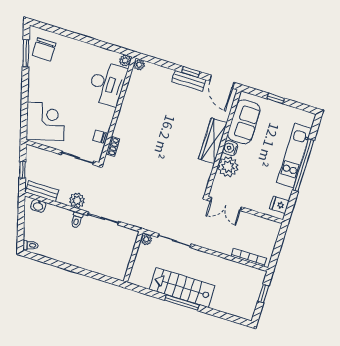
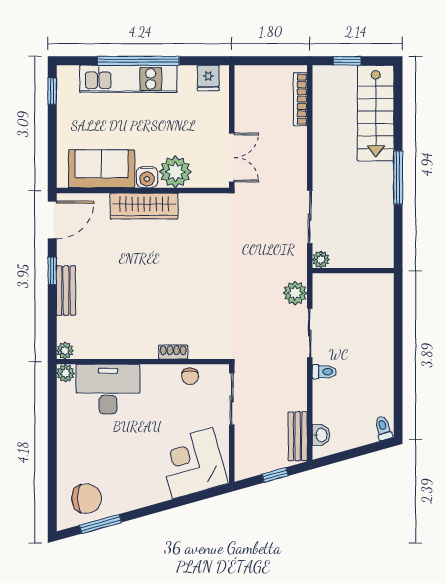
bench: (189, 81) -> (66, 291), moved
window: (276, 99) -> (52, 91), moved
shoe rack: (113, 146) -> (173, 352), moved
plant: (77, 200) -> (295, 293), moved
stairs: (182, 287) -> (376, 113), moved

